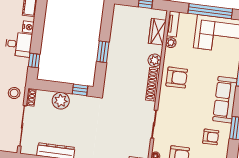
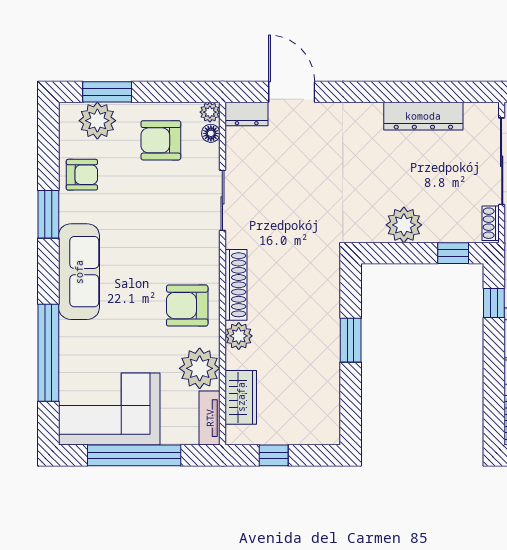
plant: (171, 43) -> (200, 368), width x1.88, depth x1.88
window: (80, 90) -> (453, 253), moved
plant: (61, 101) -> (404, 225), moved
armchair: (211, 137) -> (82, 175), moved, turned 180

